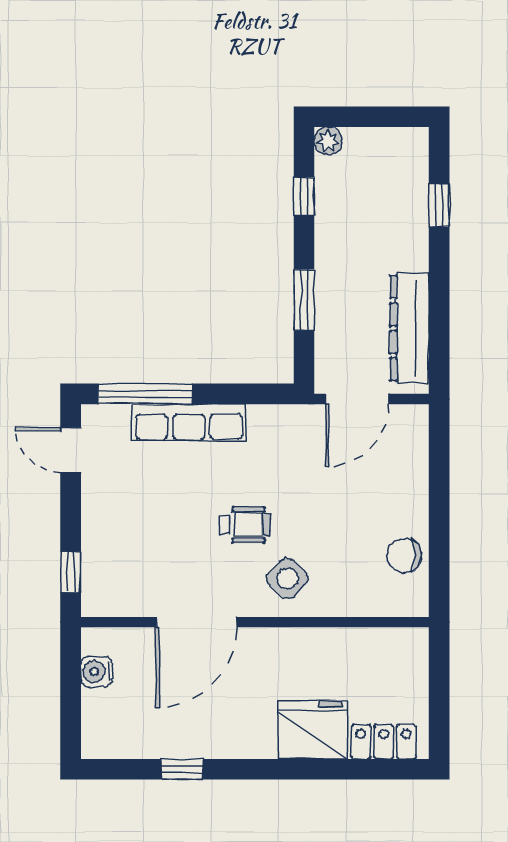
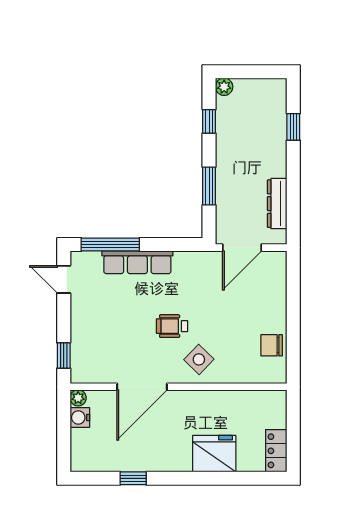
dresser: (409, 328) -> (277, 204), width x0.73, depth x0.80
wheelchair: (245, 525) -> (172, 326), turned 180
plant: (94, 640) -> (78, 398), added
locker: (384, 742) -> (276, 451), moved, turned -90

